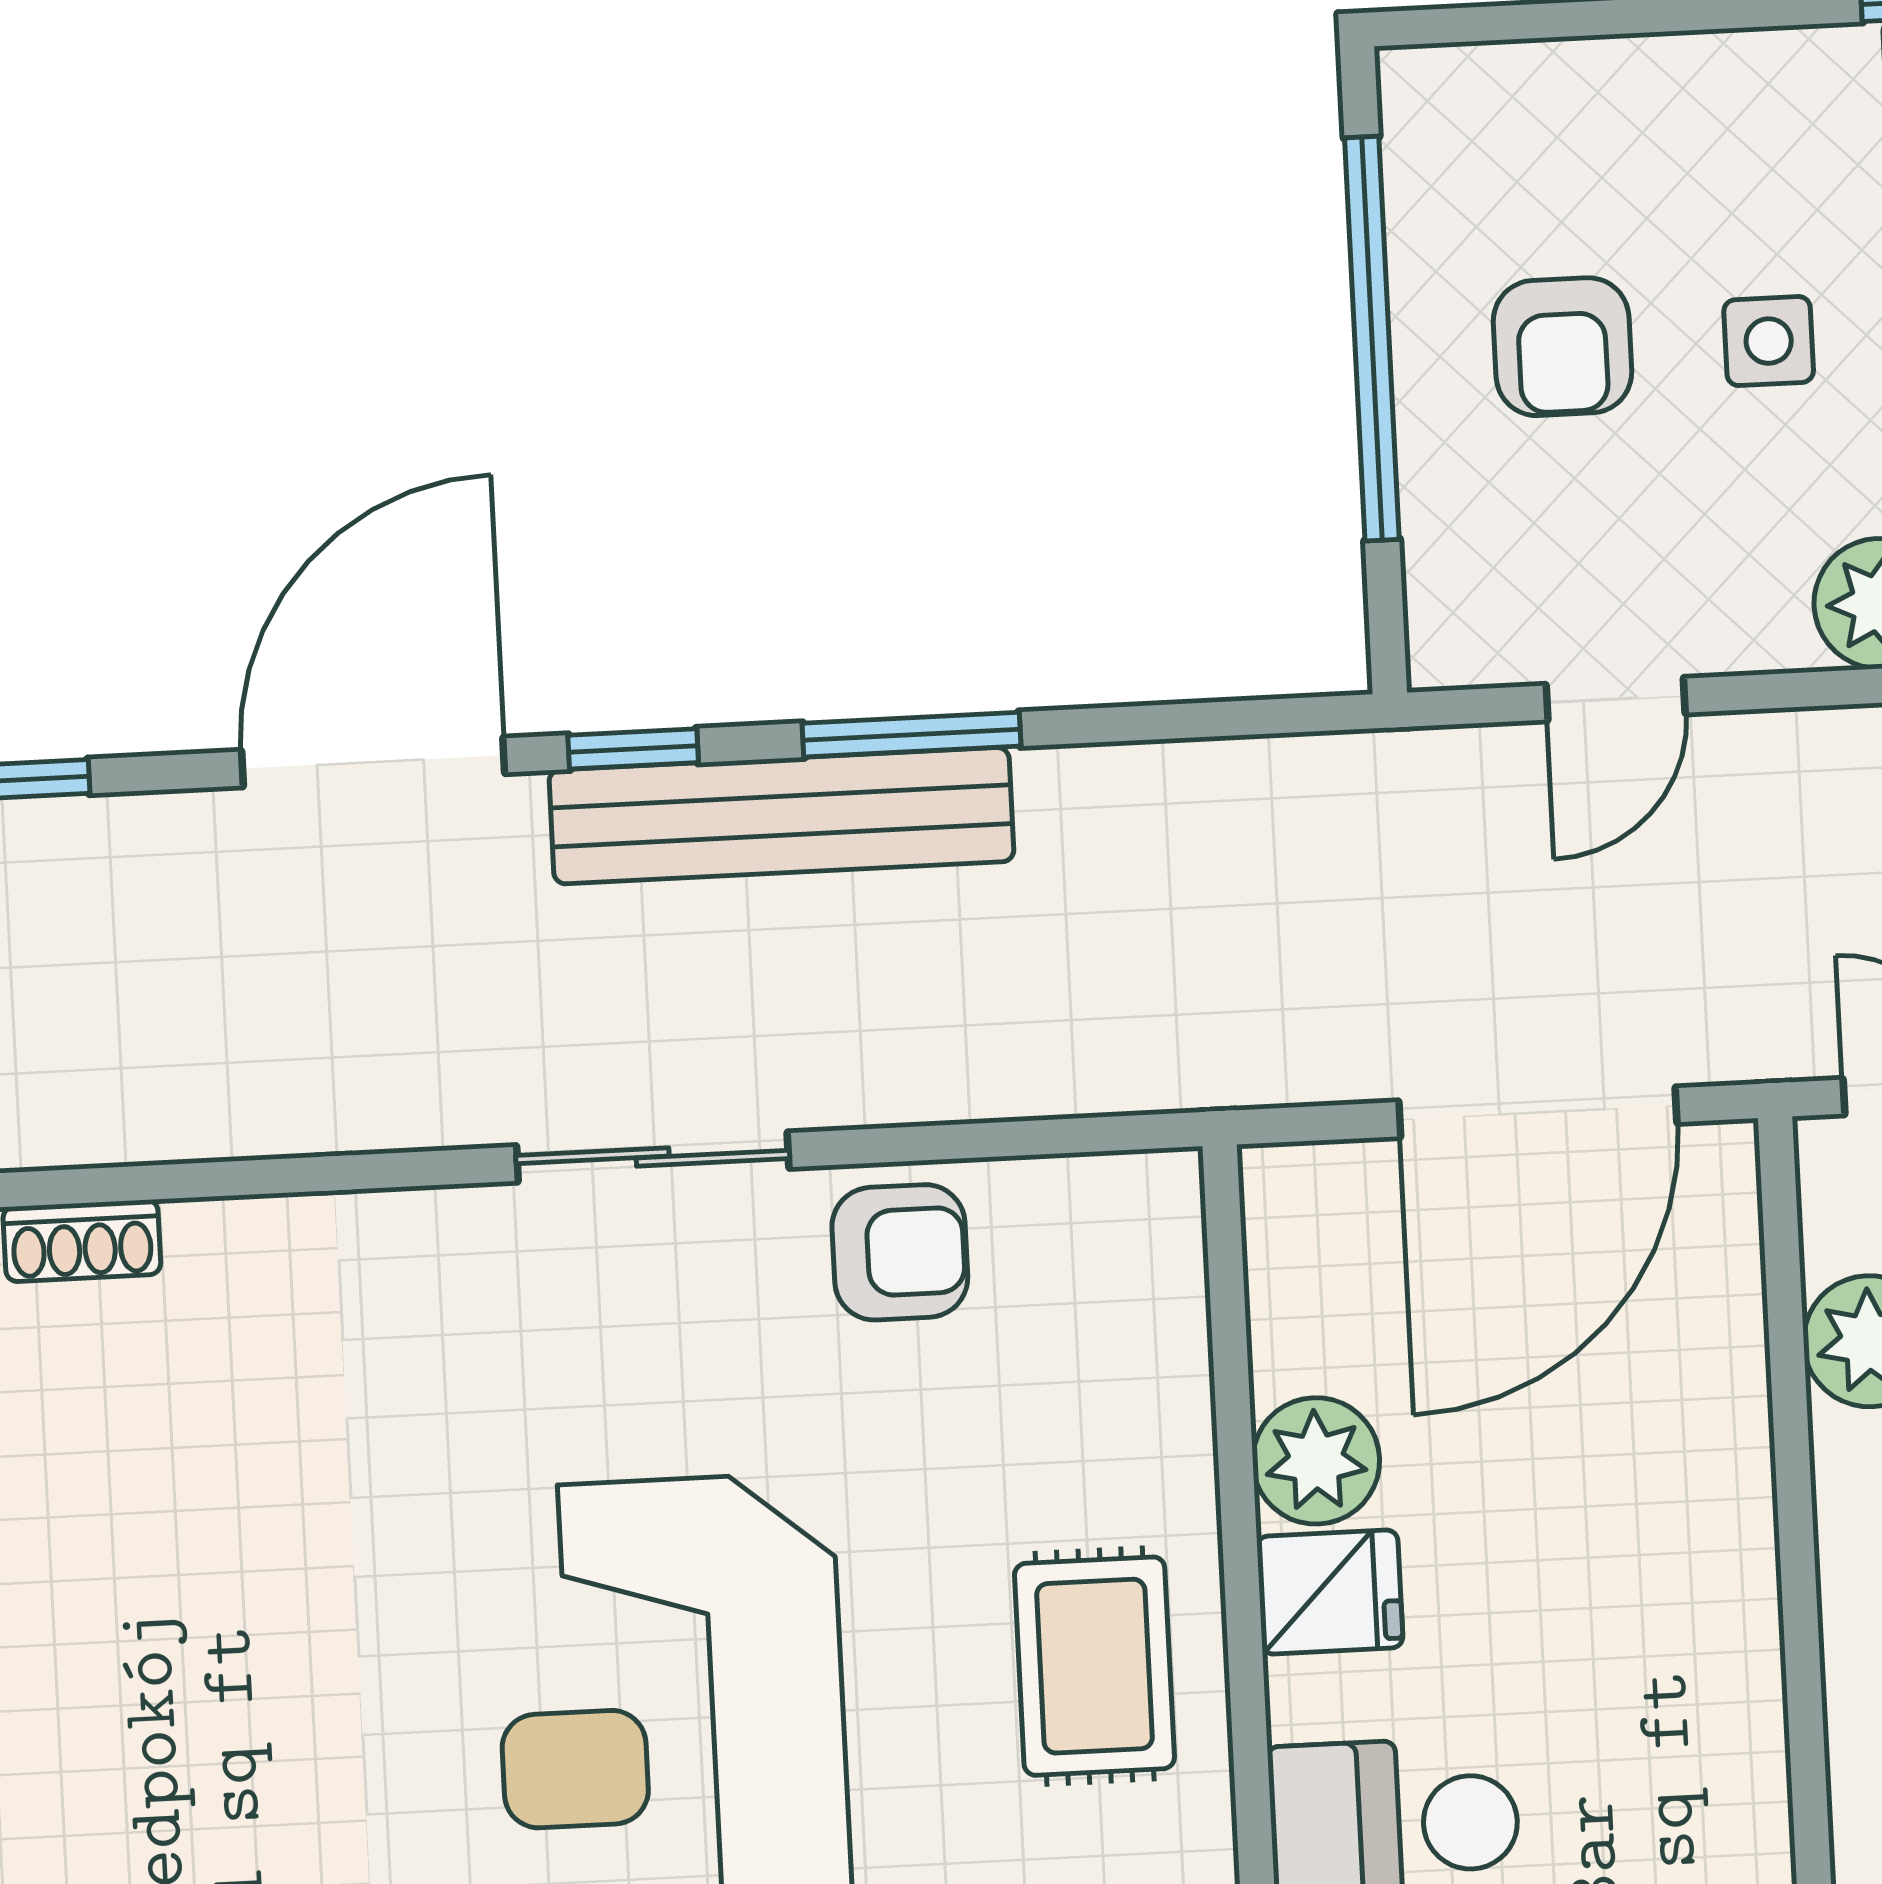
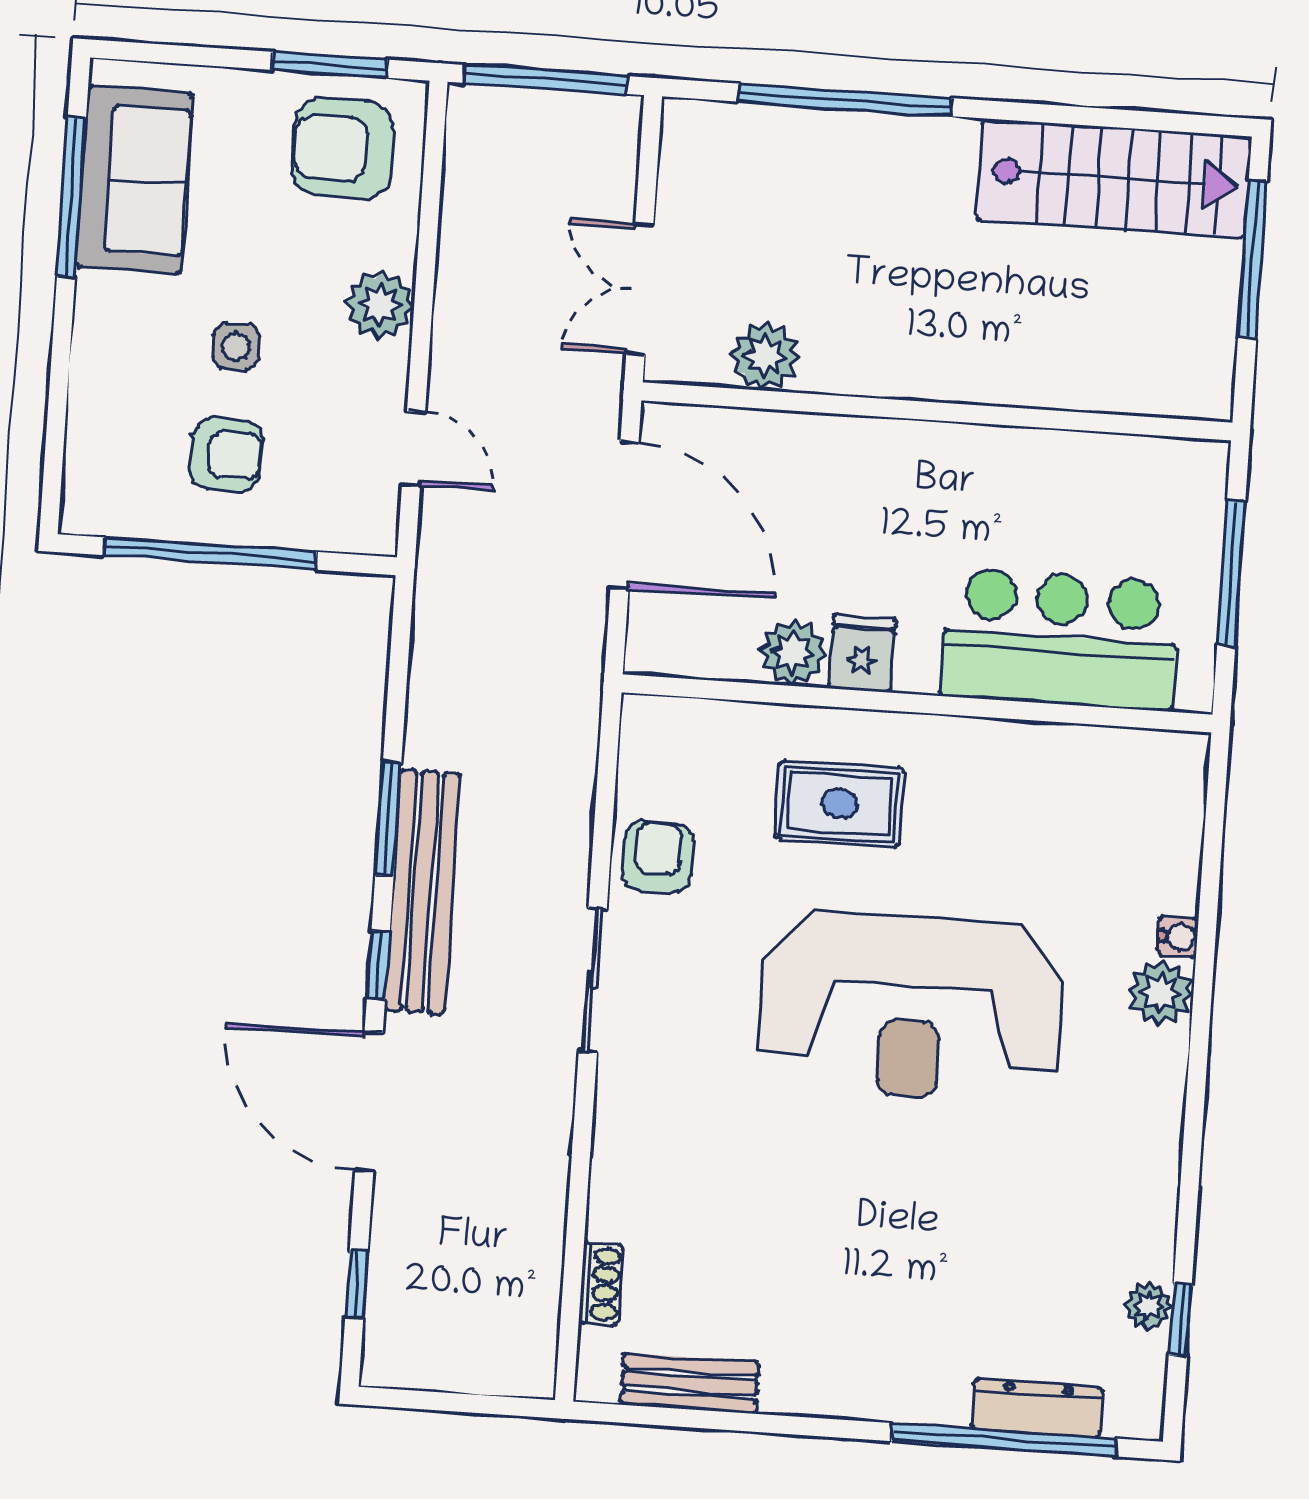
rug: (1094, 1666) -> (840, 803), moved

